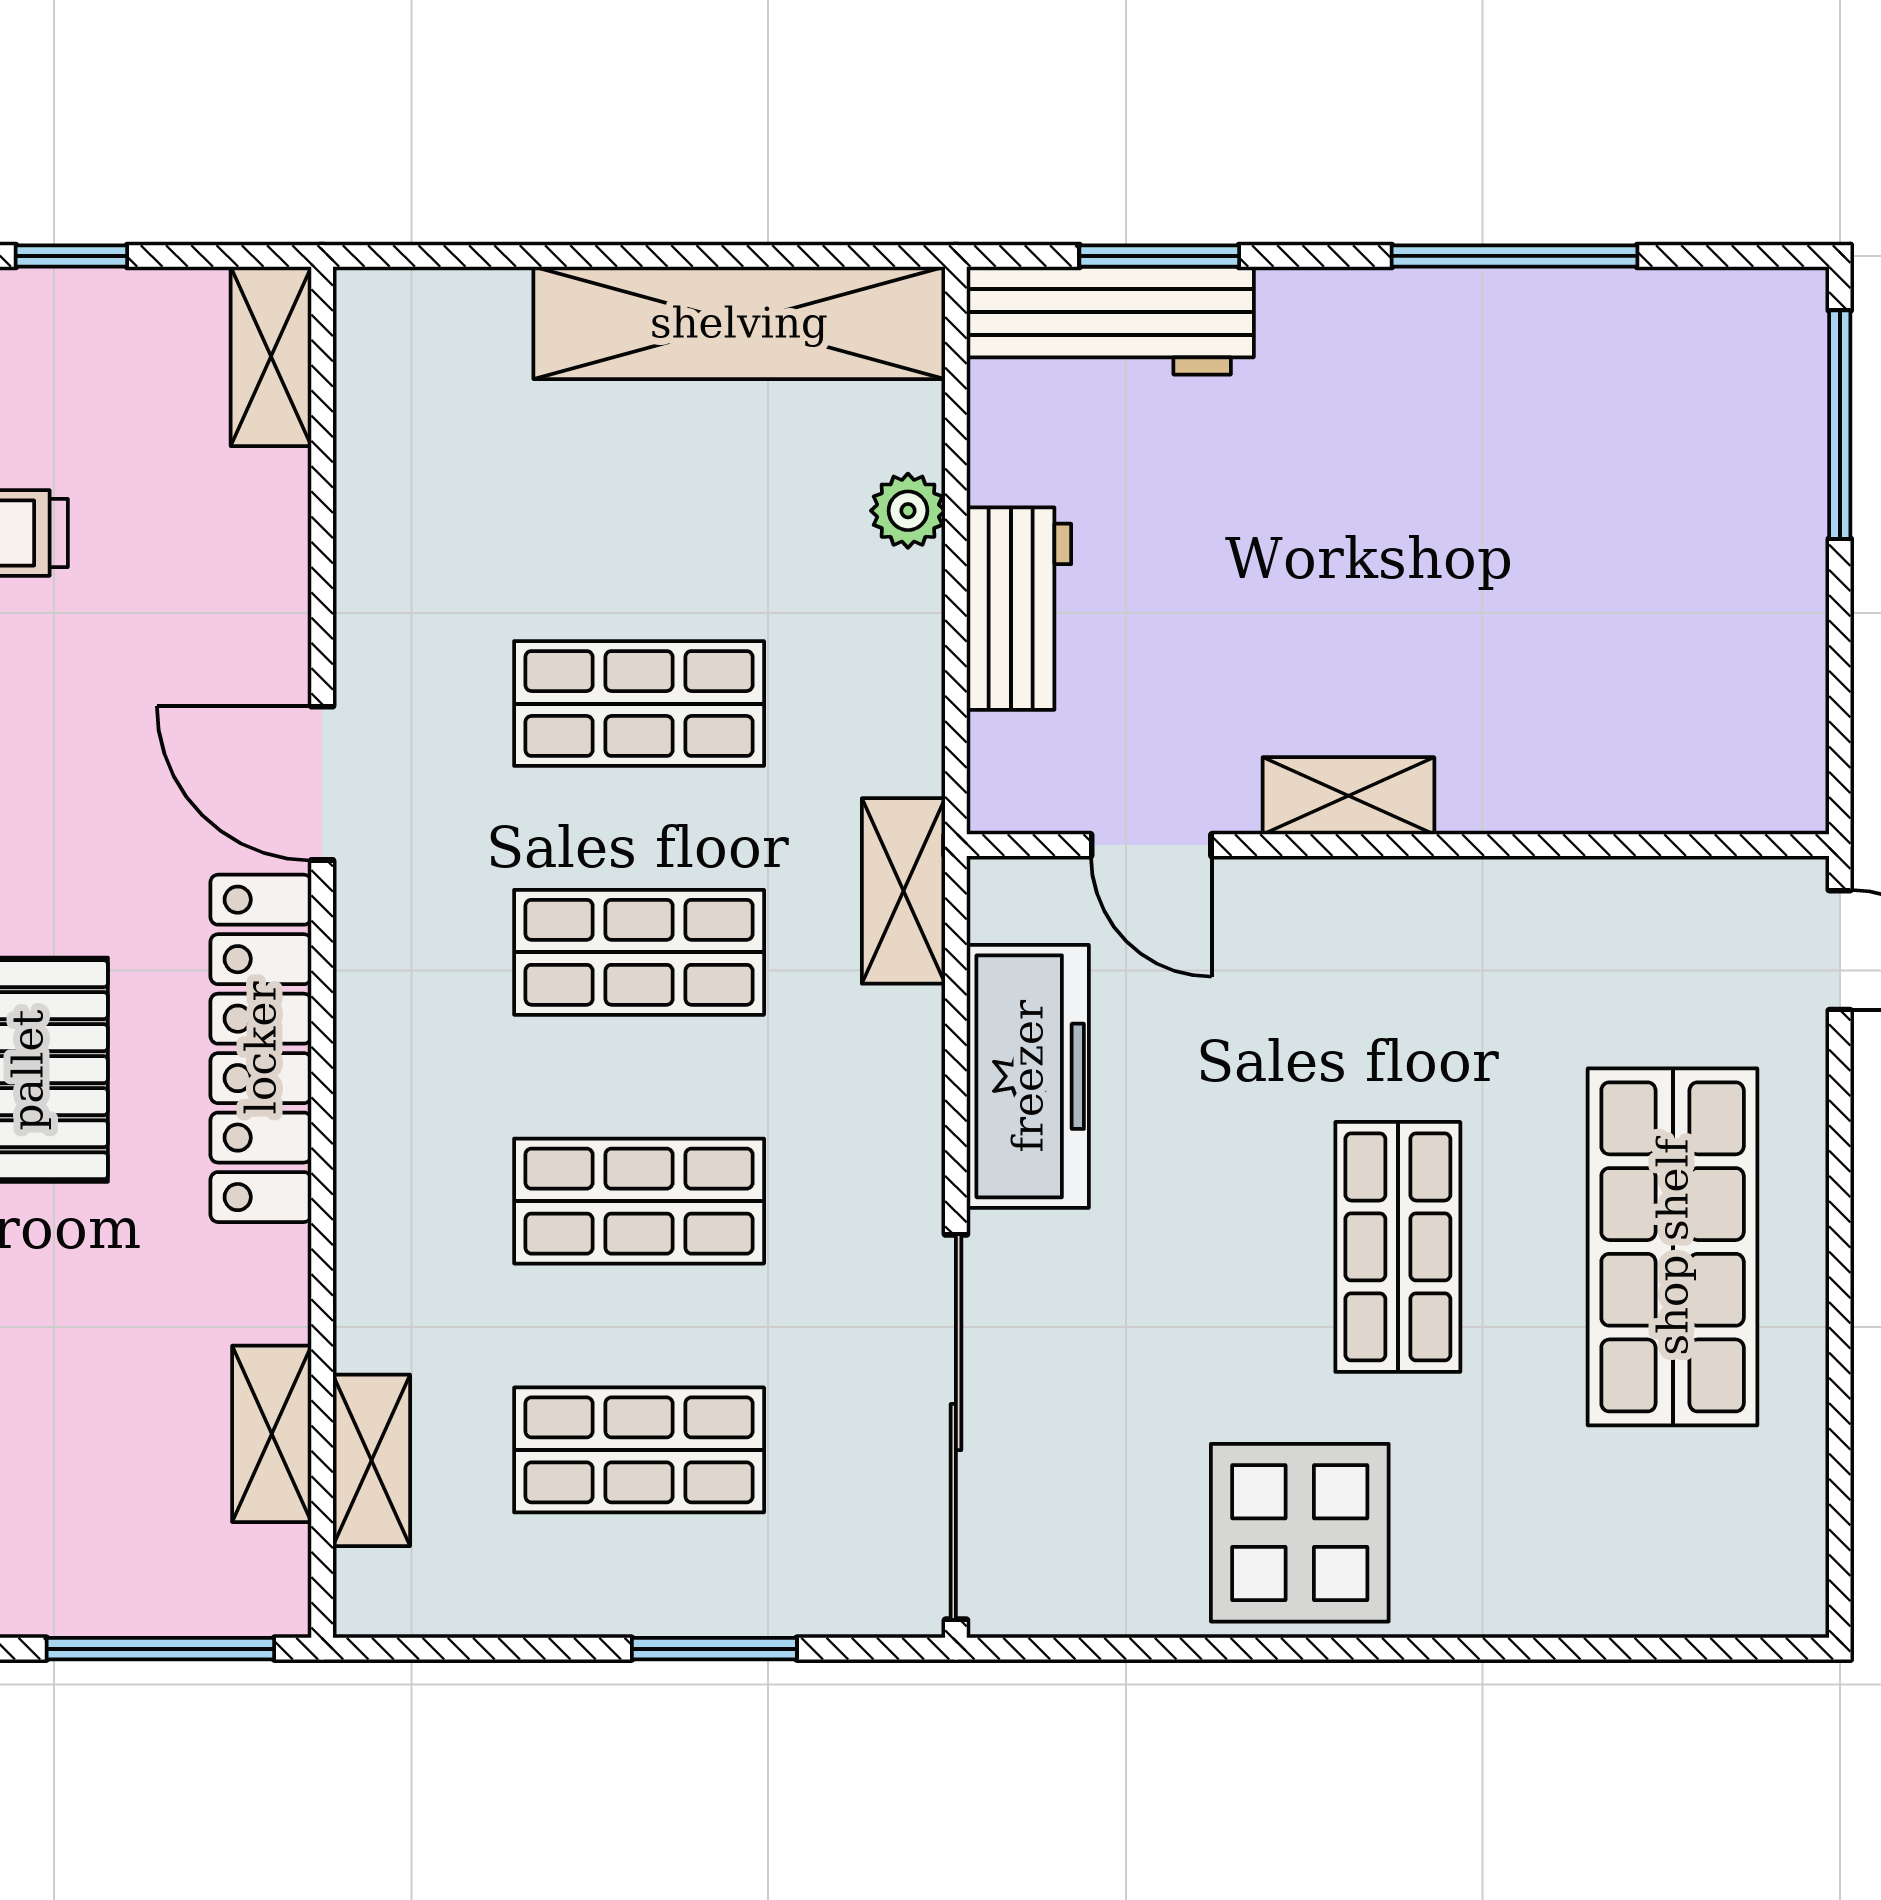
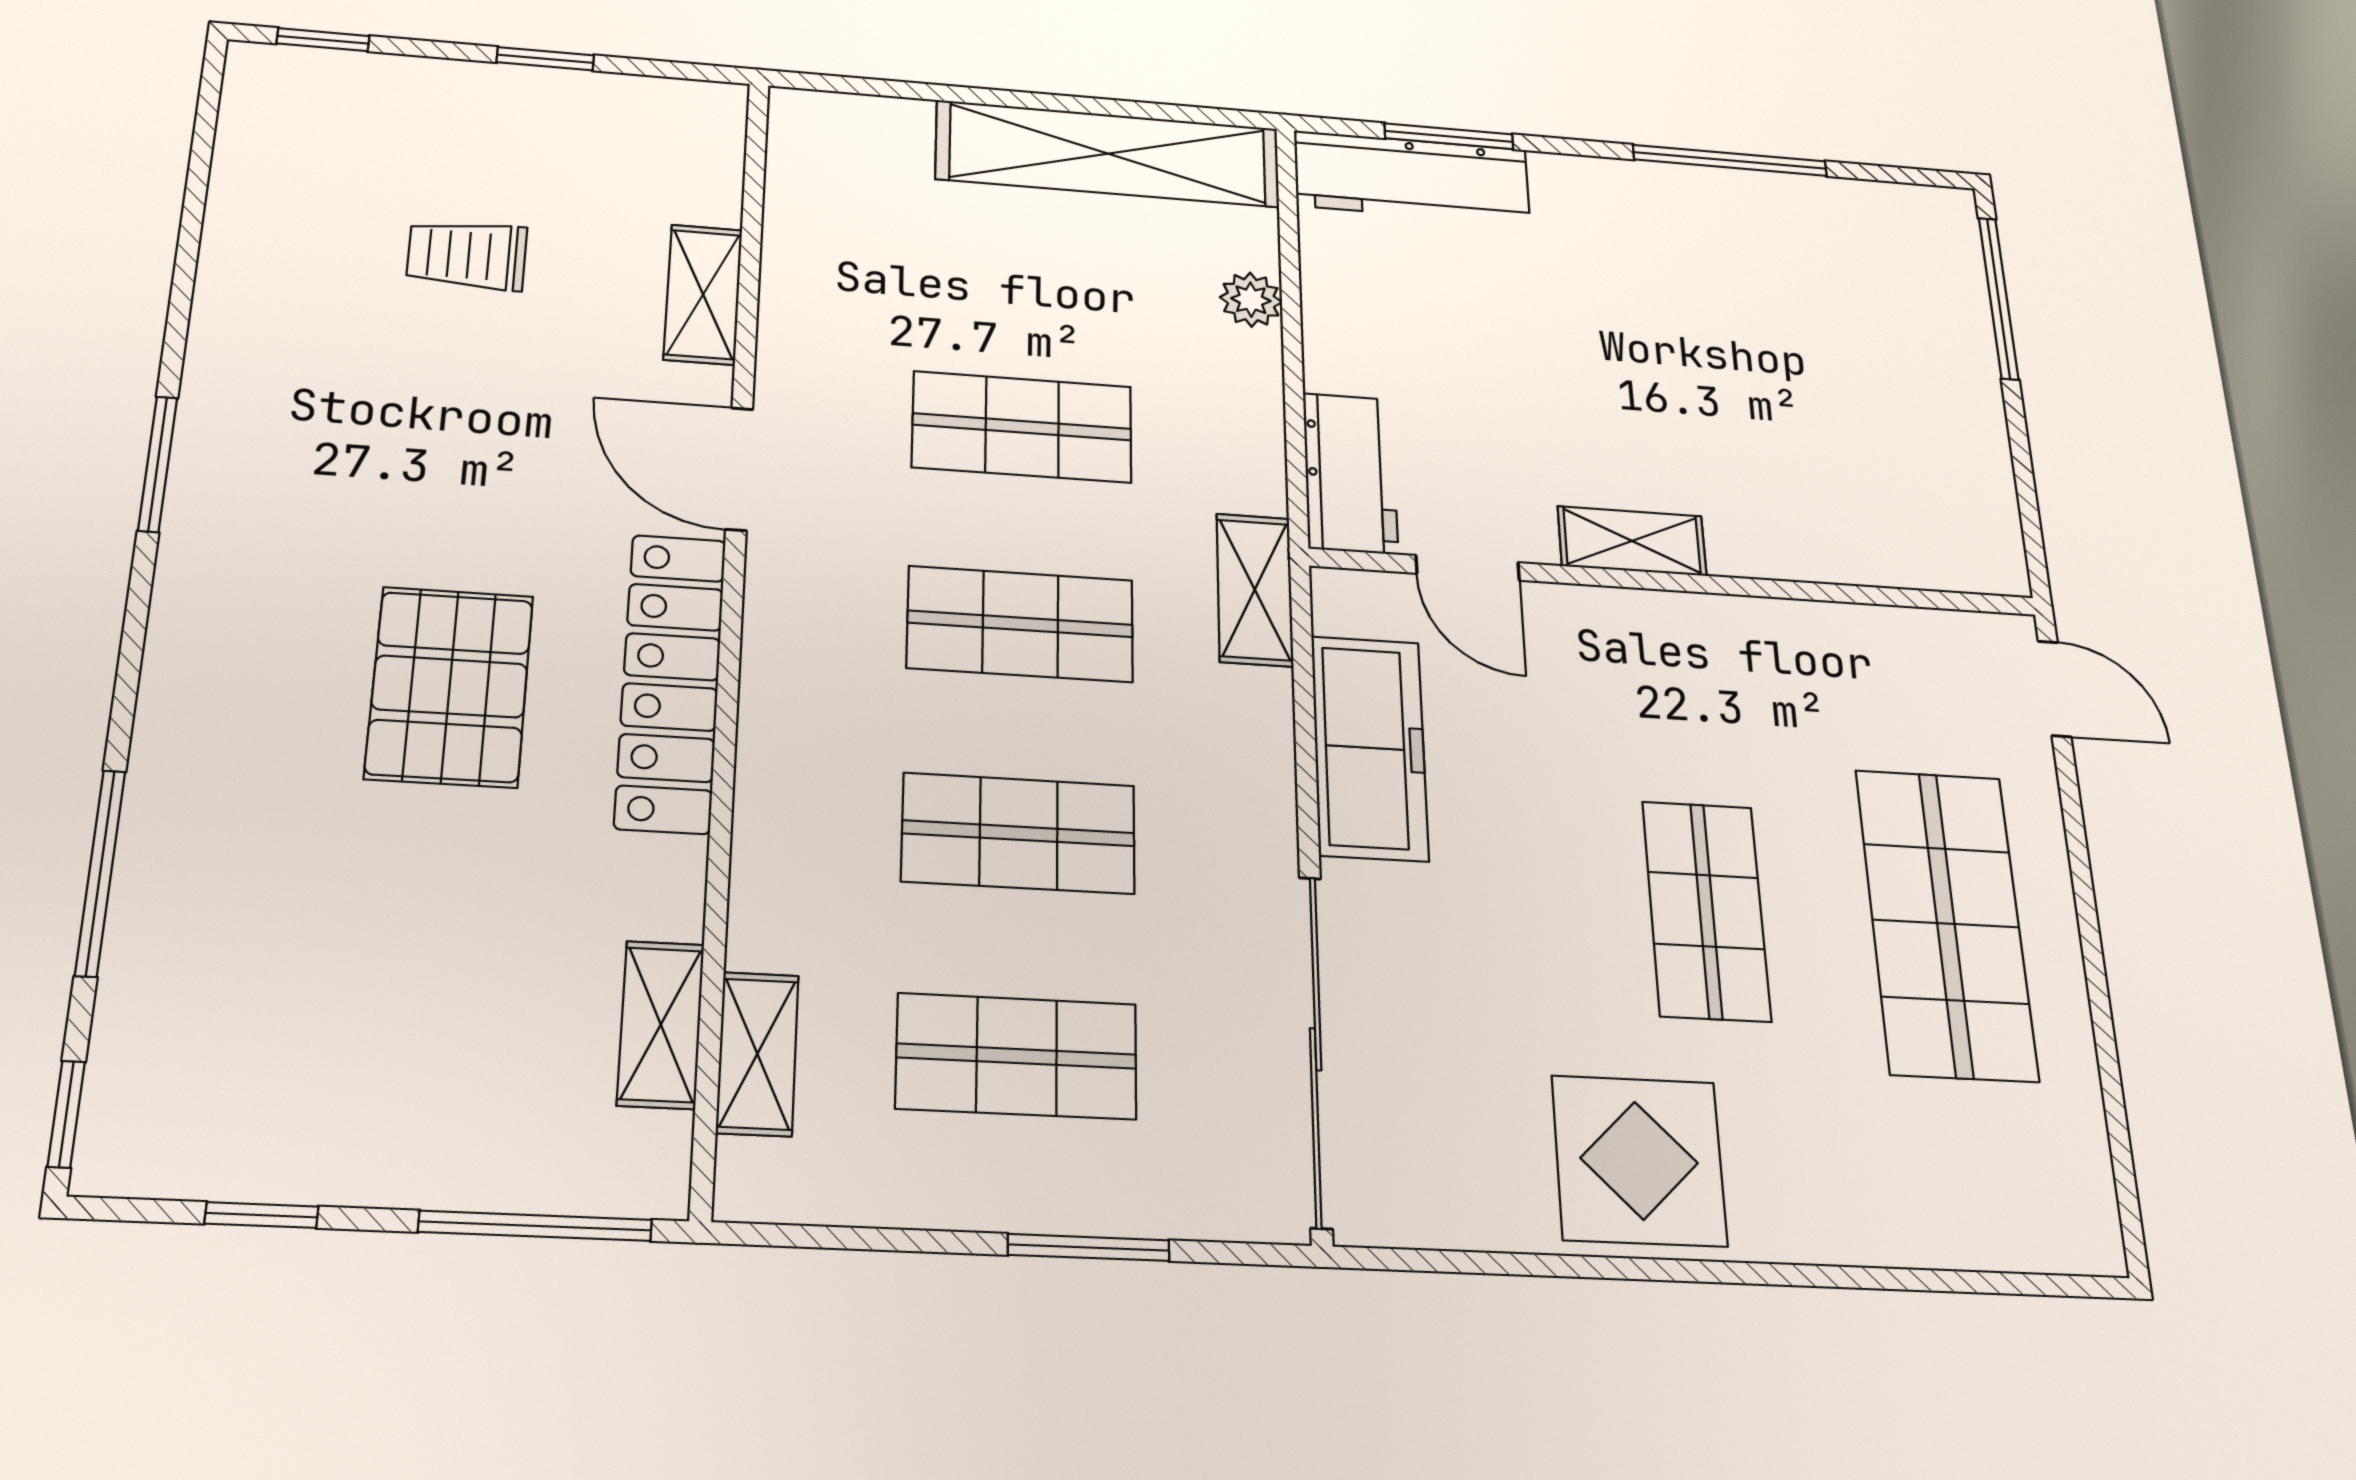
shelving: (271, 356) -> (703, 294), moved
workbench: (1019, 609) -> (1350, 473), moved

